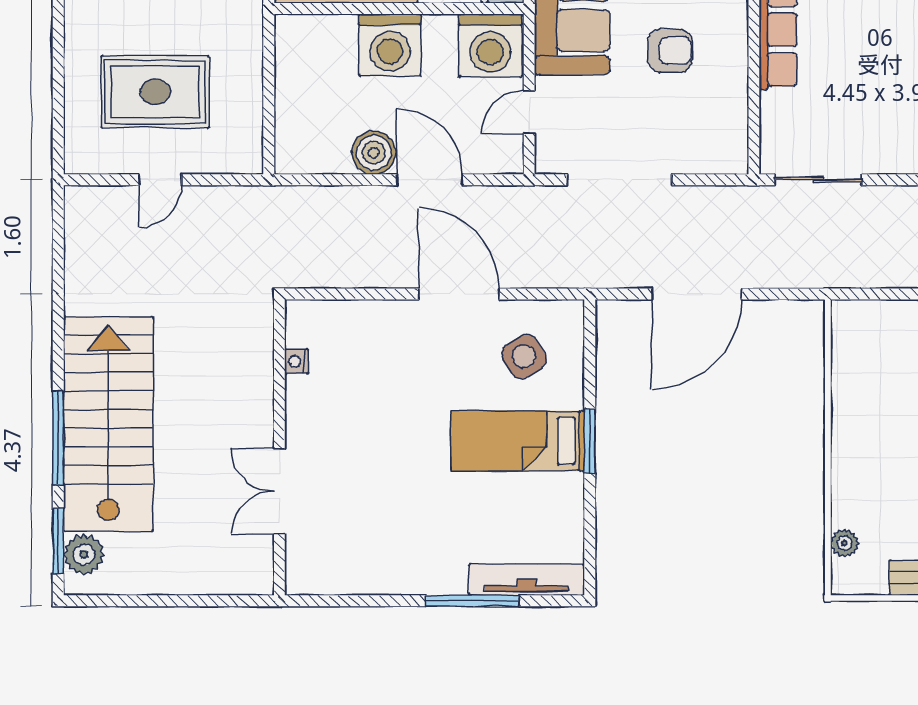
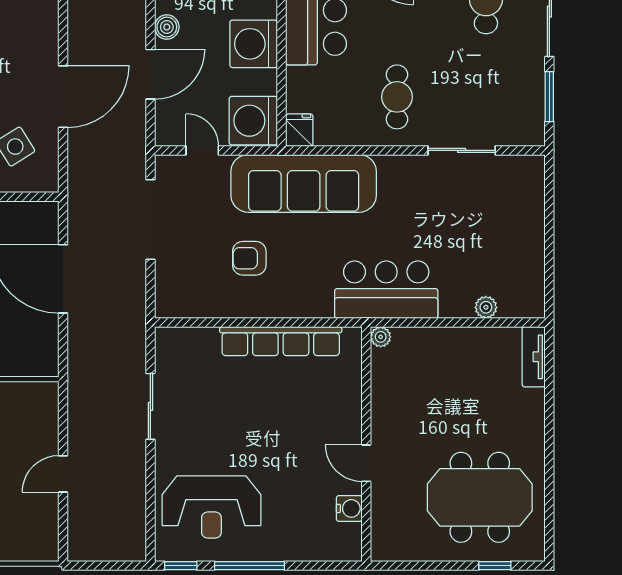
armchair: (670, 51) -> (249, 258), turned 90
boiler: (374, 153) -> (167, 27), width x0.73, depth x0.73
sliding door: (818, 180) -> (150, 406), moved

